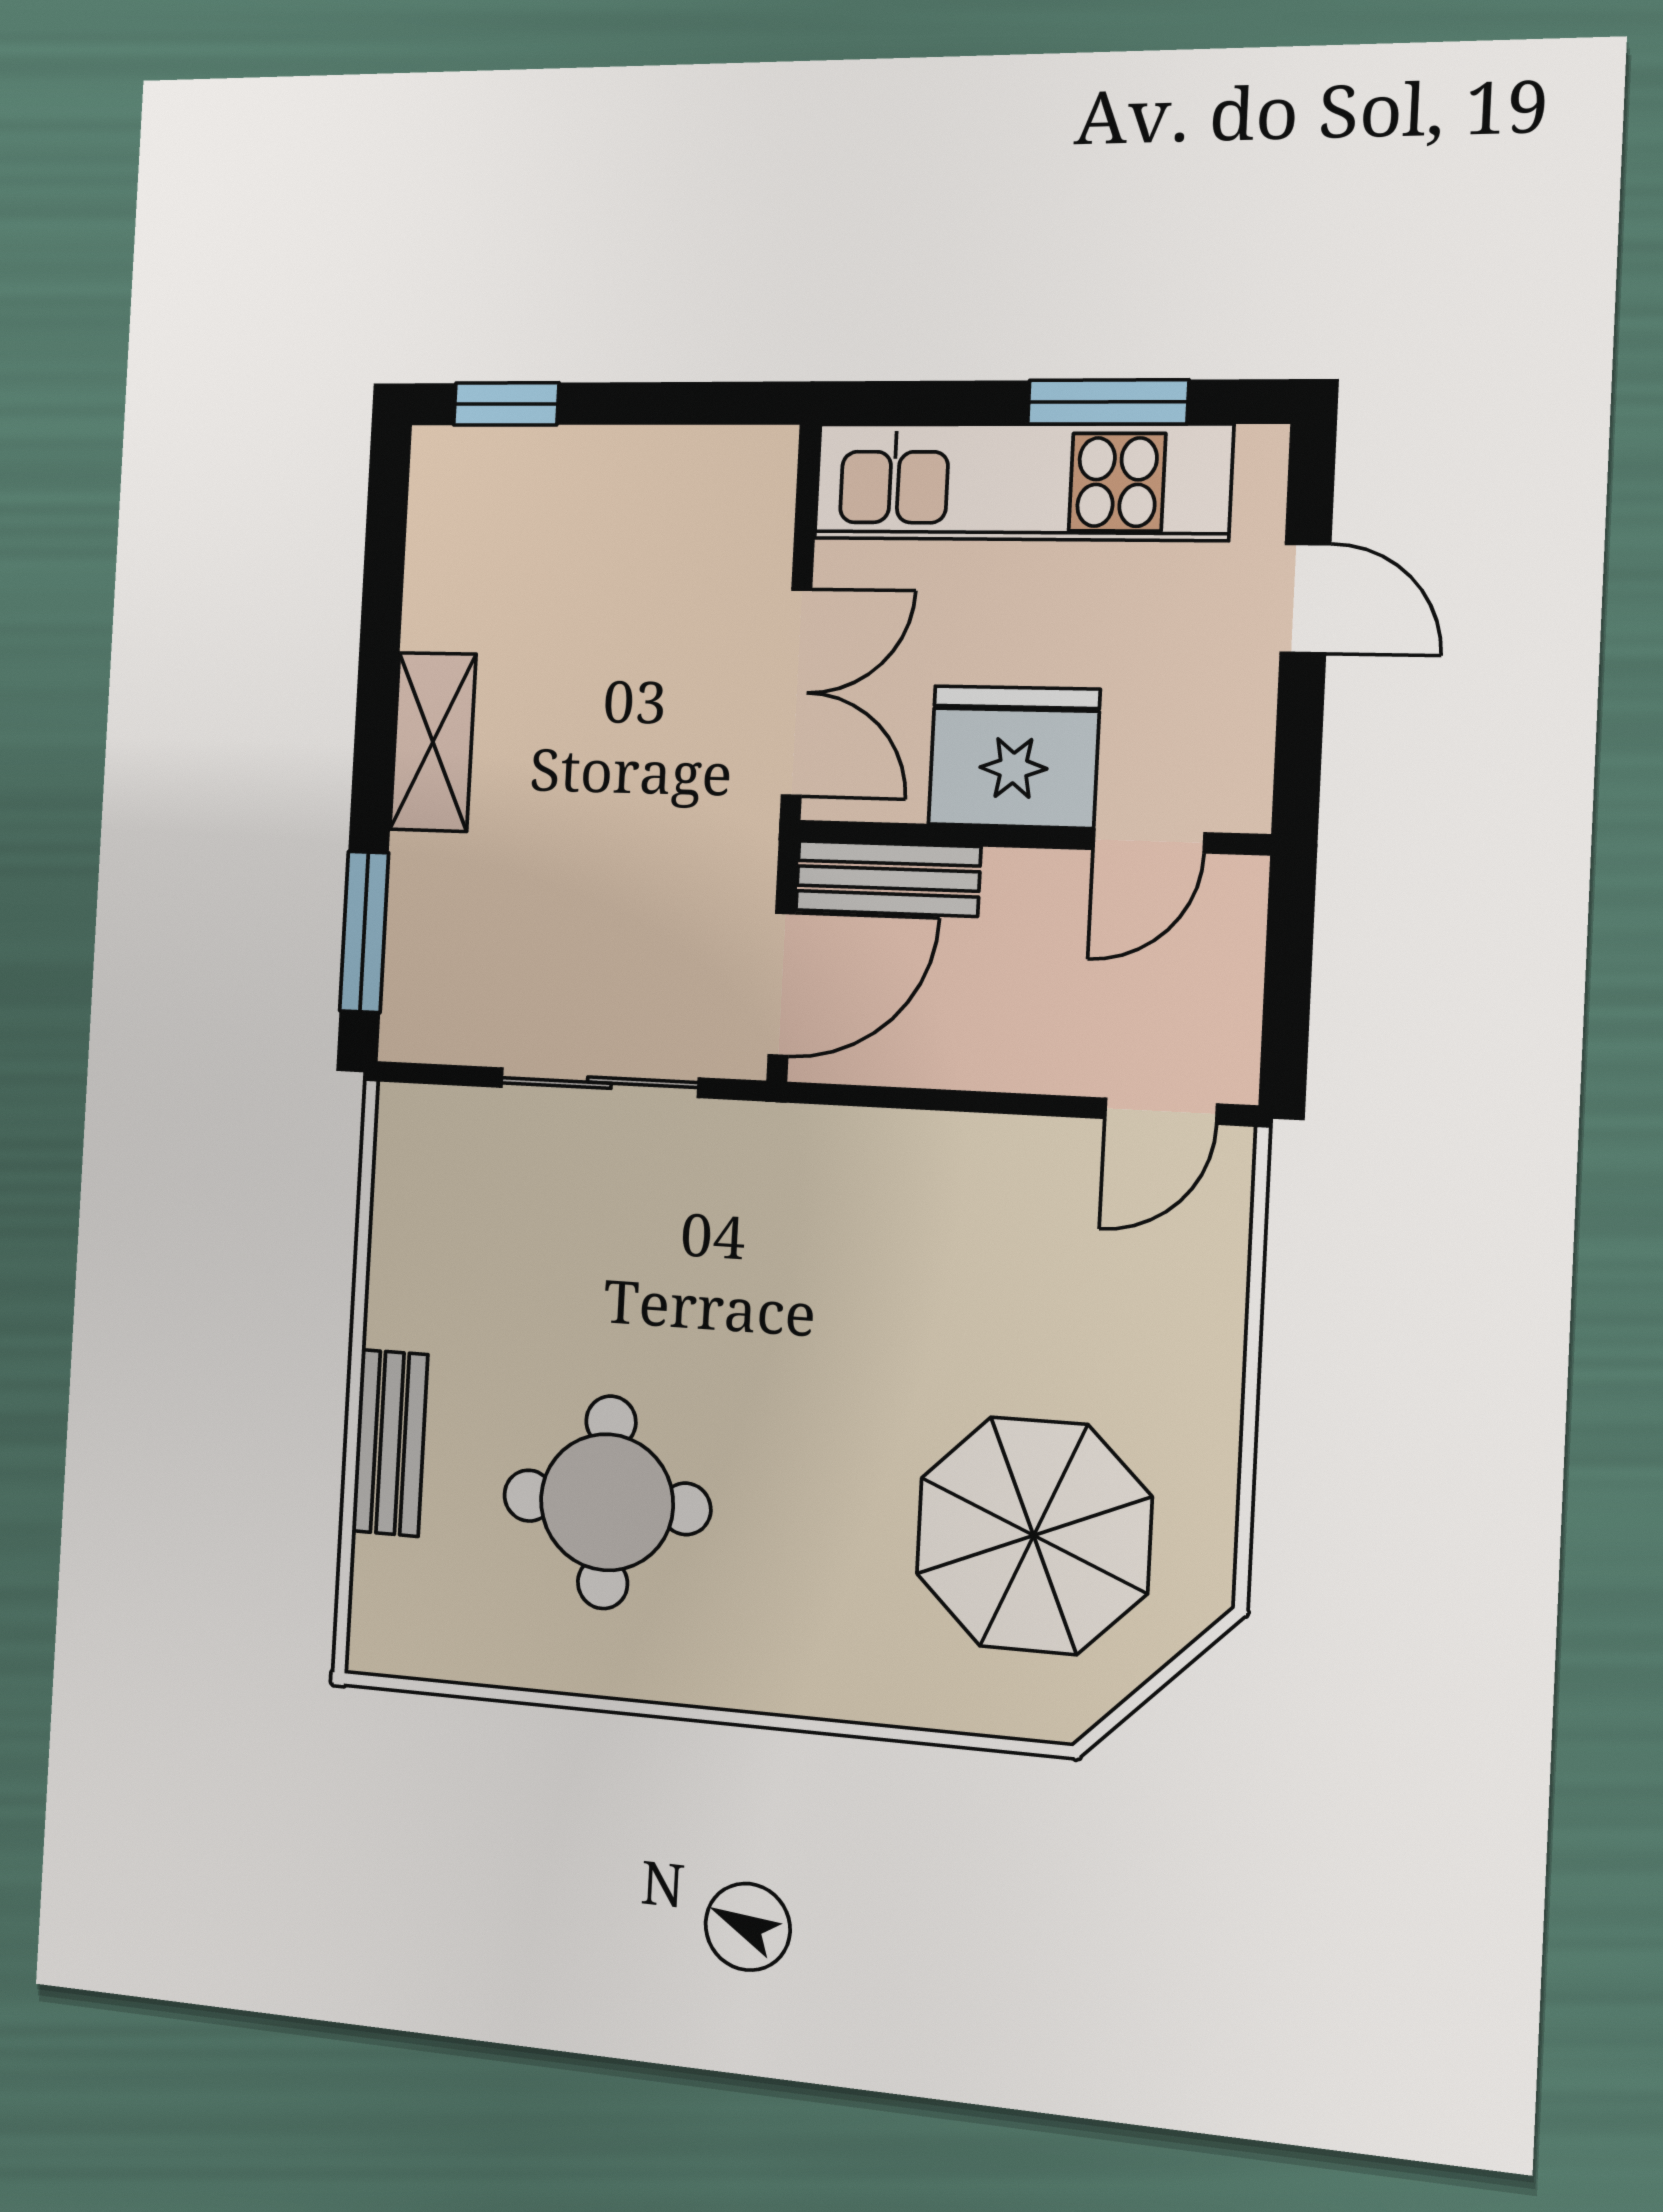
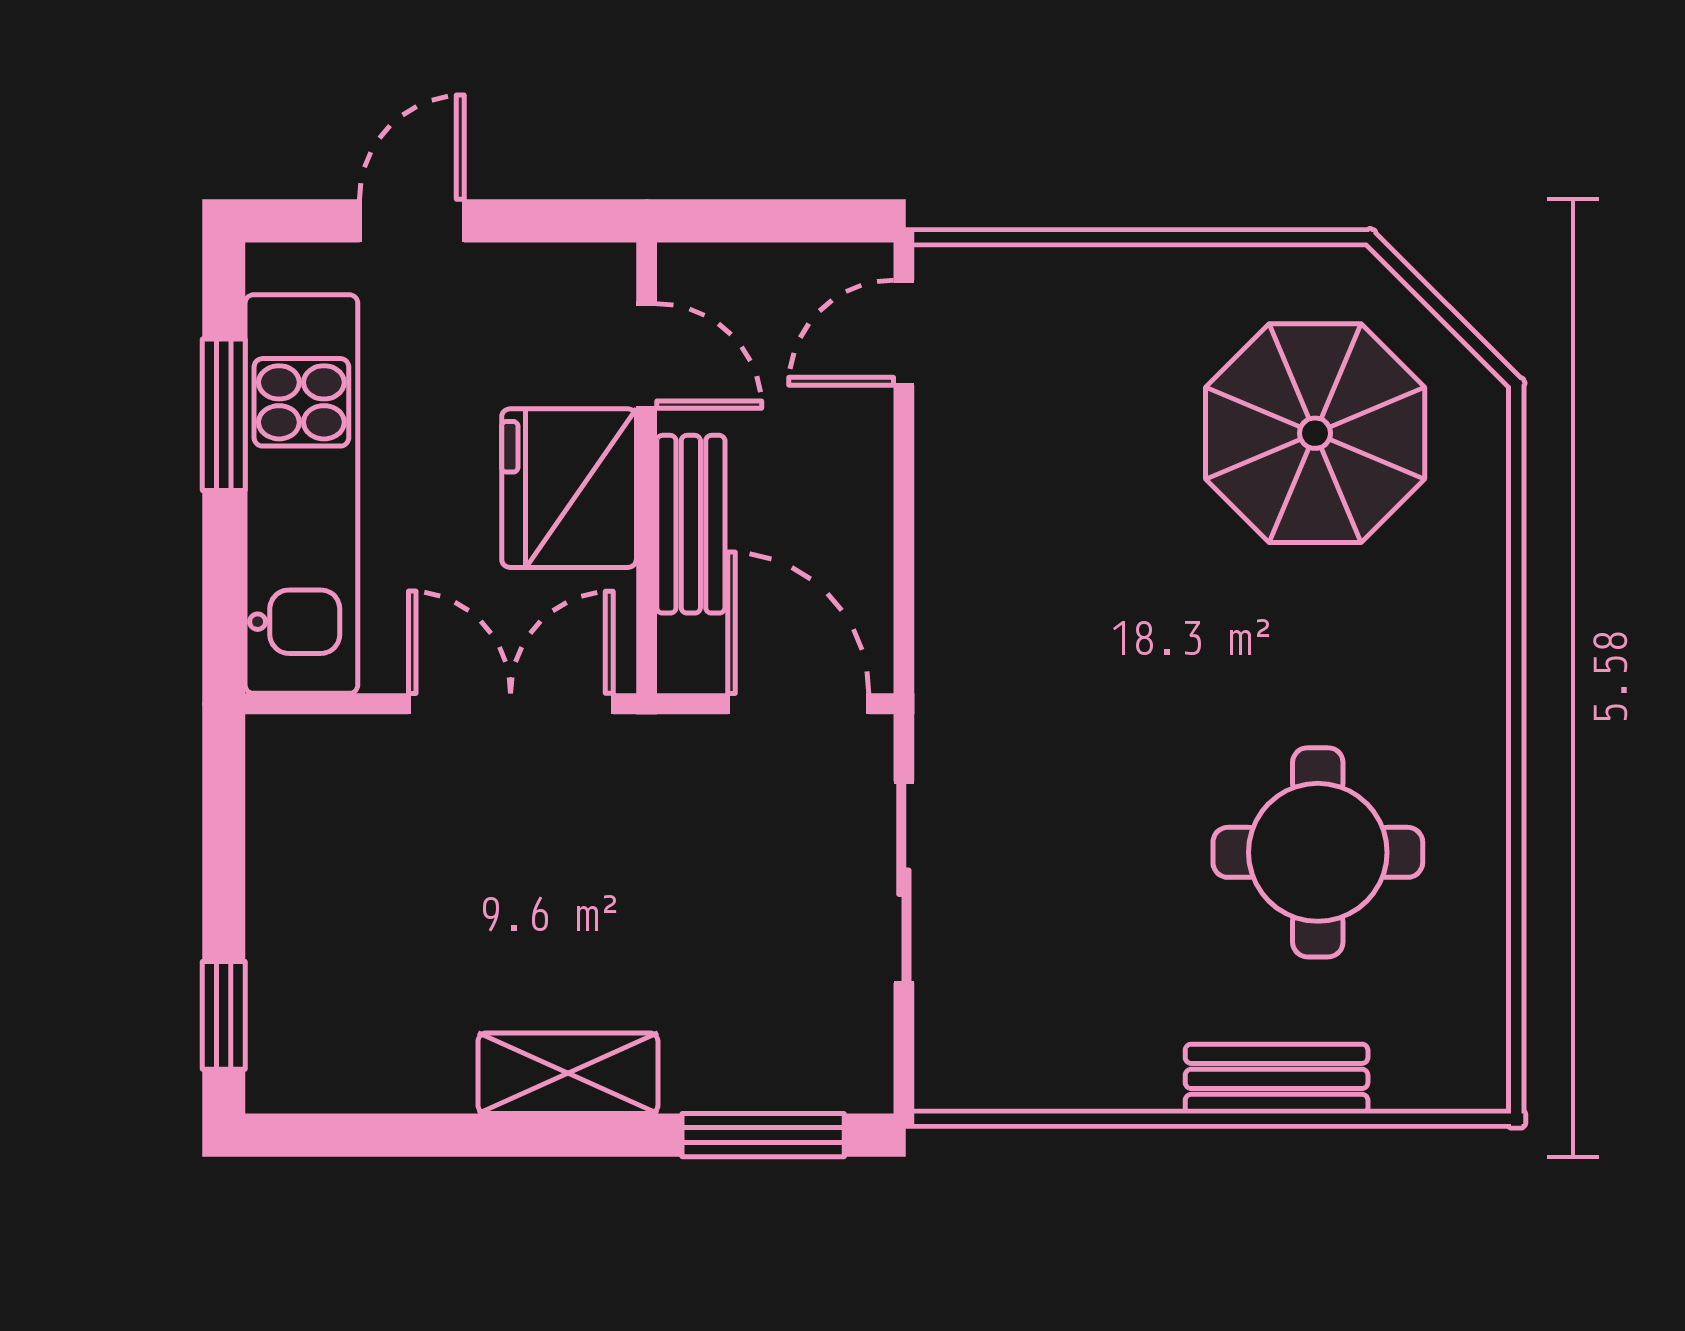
bench: (888, 879) -> (691, 524), moved
door: (1161, 1111) -> (904, 333), swing flipped

